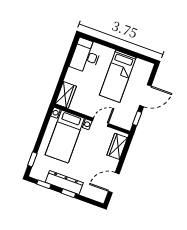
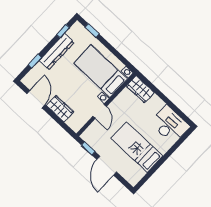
wardrobe: (117, 146) -> (60, 109), moved
window: (68, 193) -> (35, 61), moved

